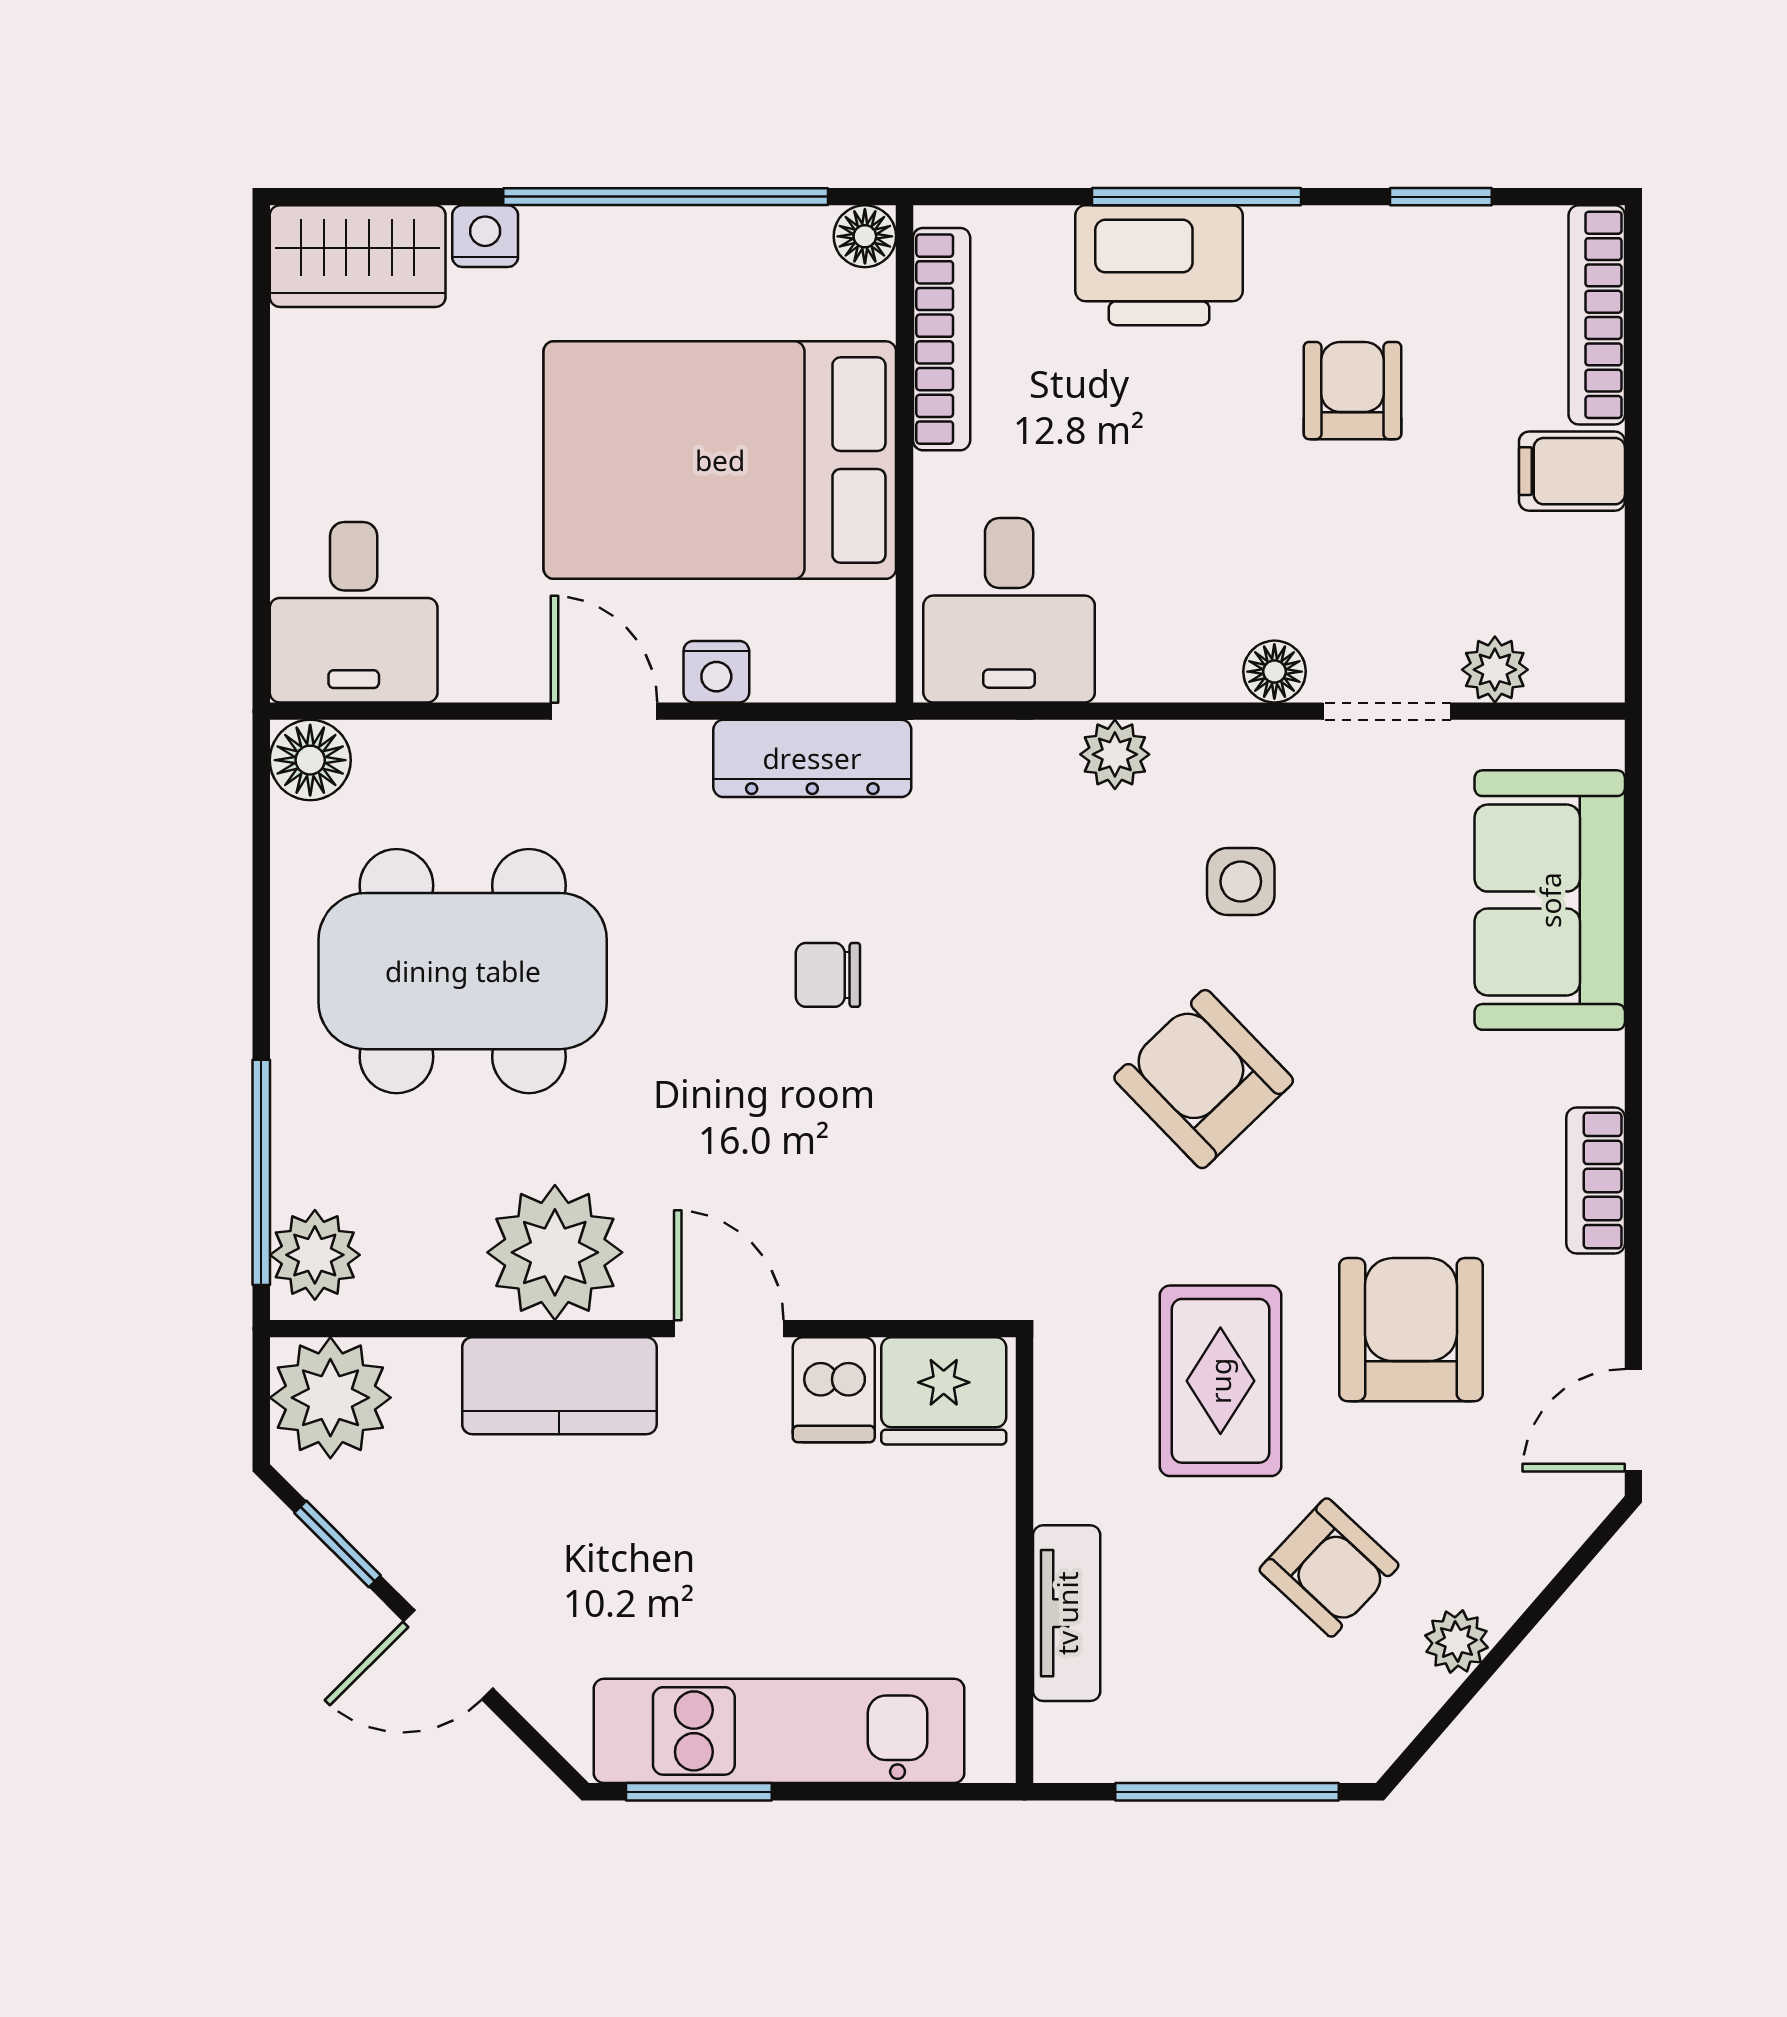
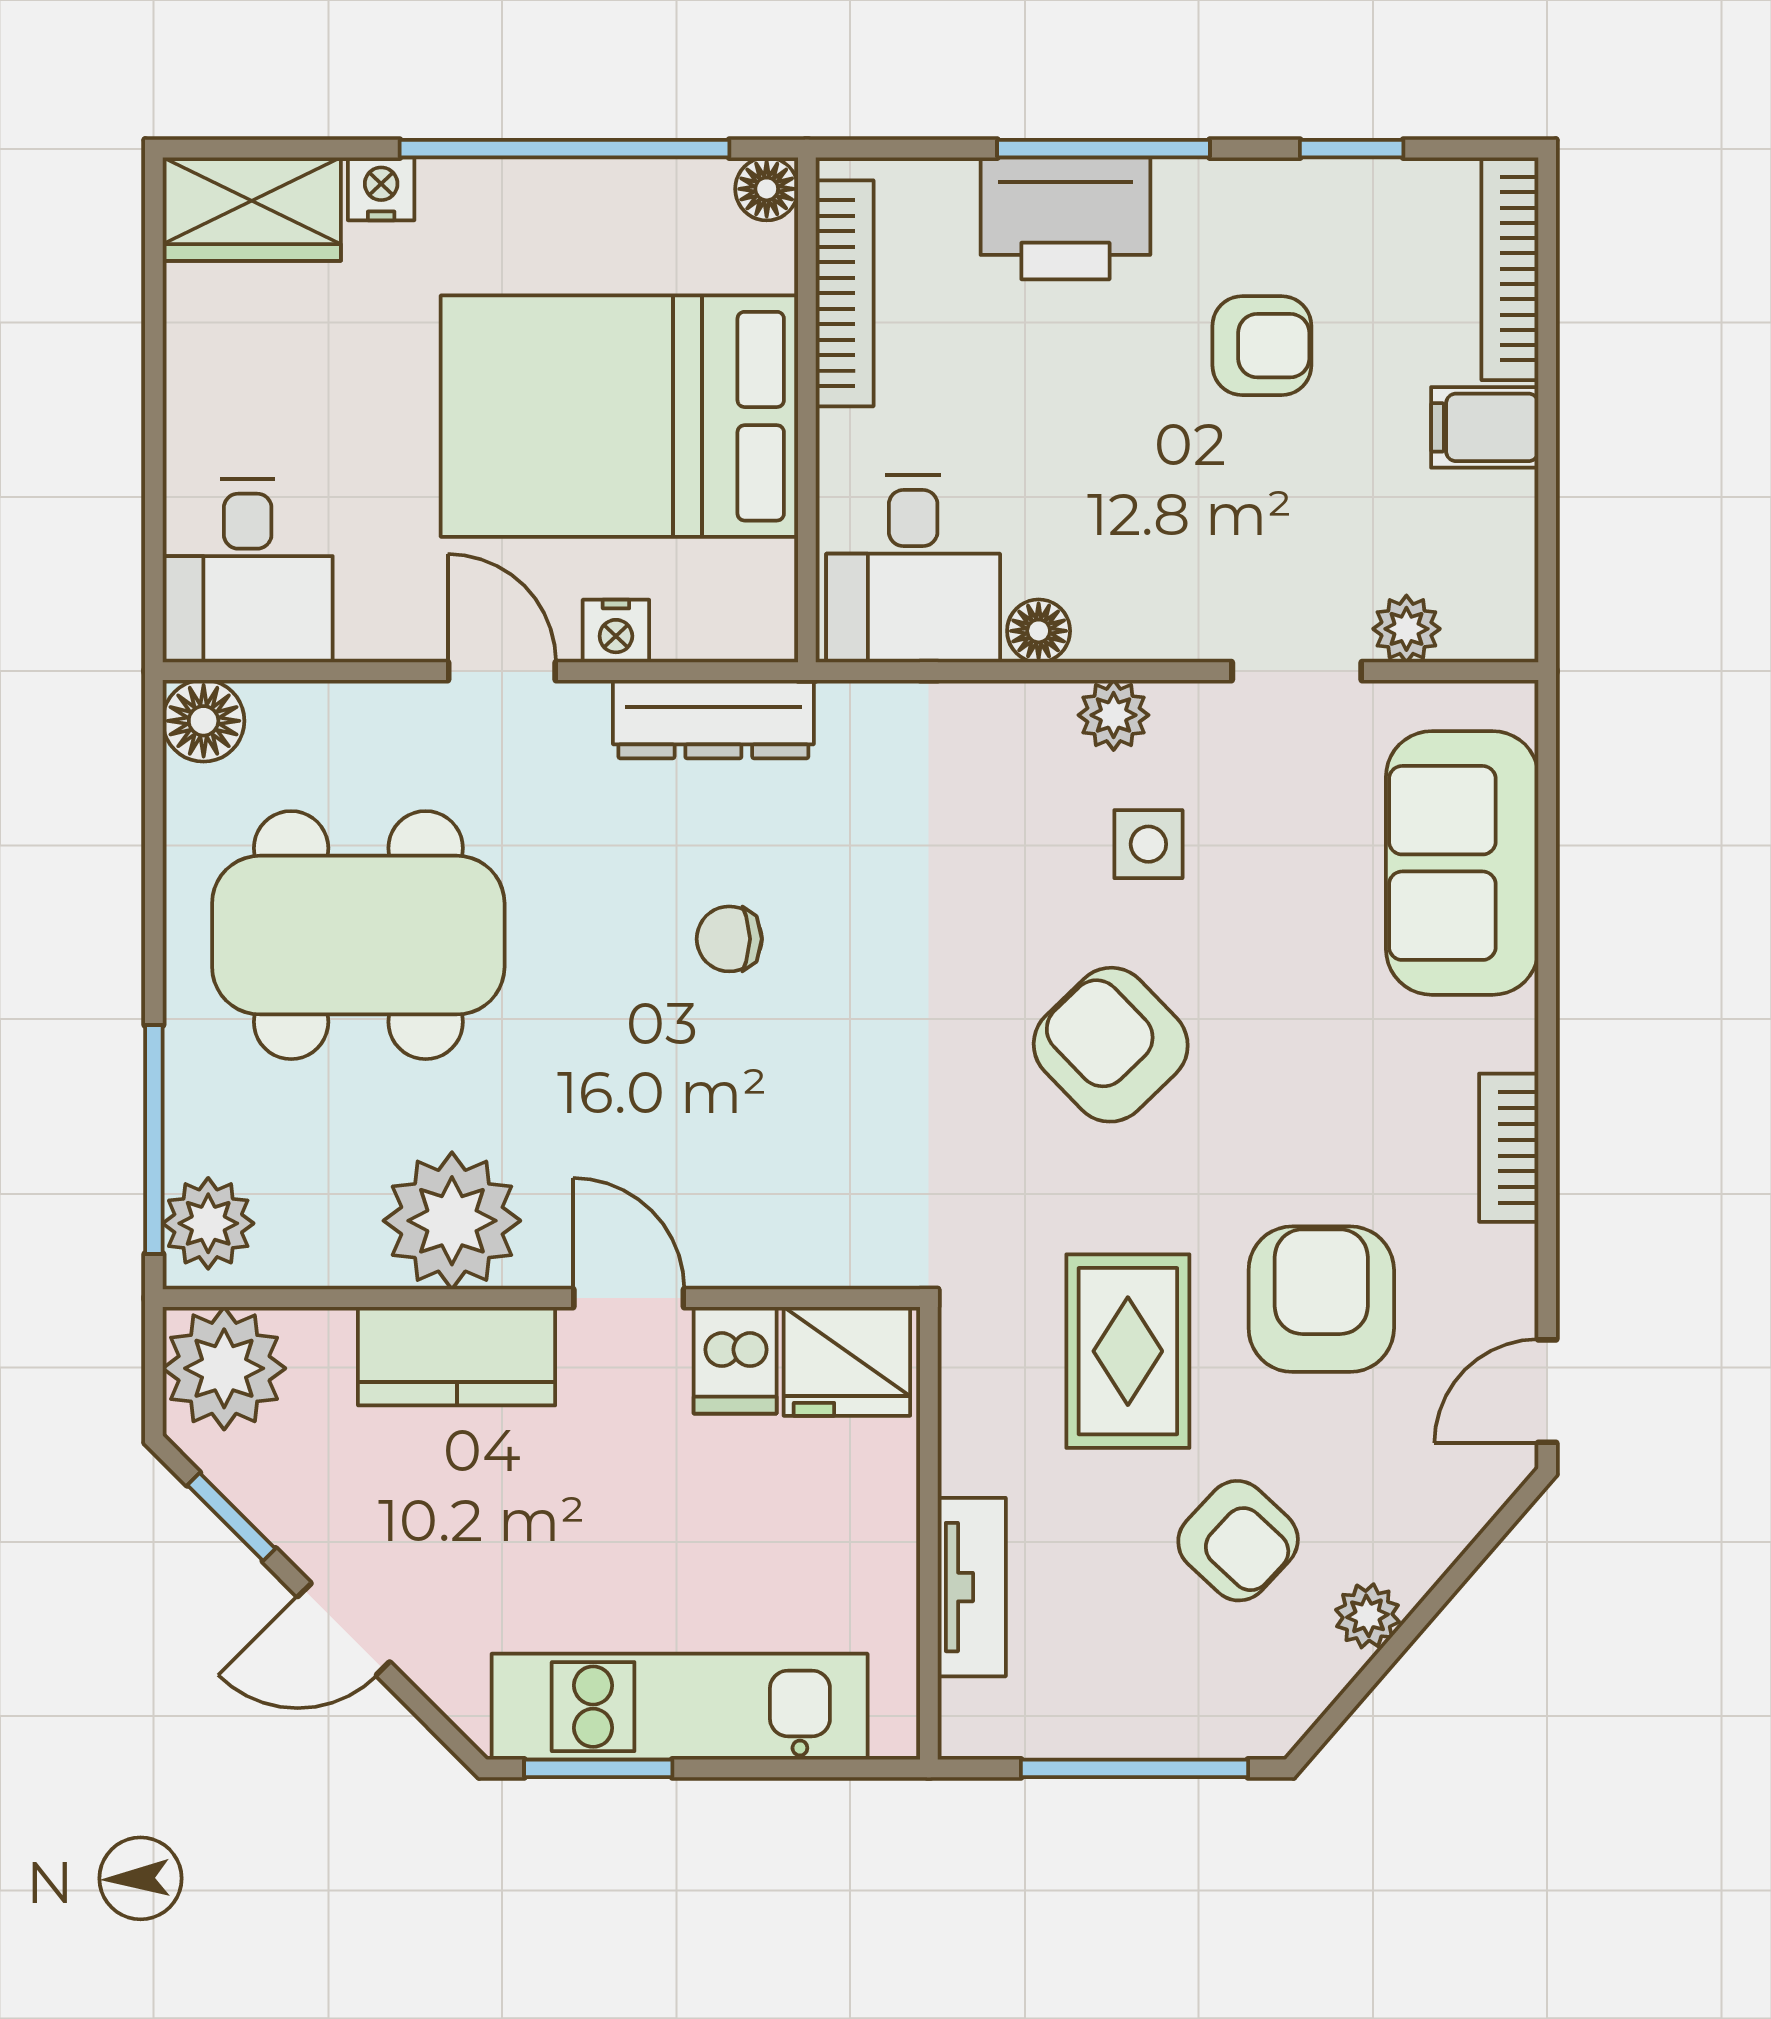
armchair: (1352, 391) -> (1262, 346), turned 90
floor lamp: (1274, 672) -> (1039, 631), moved
plant: (1115, 754) -> (1114, 715), moved

